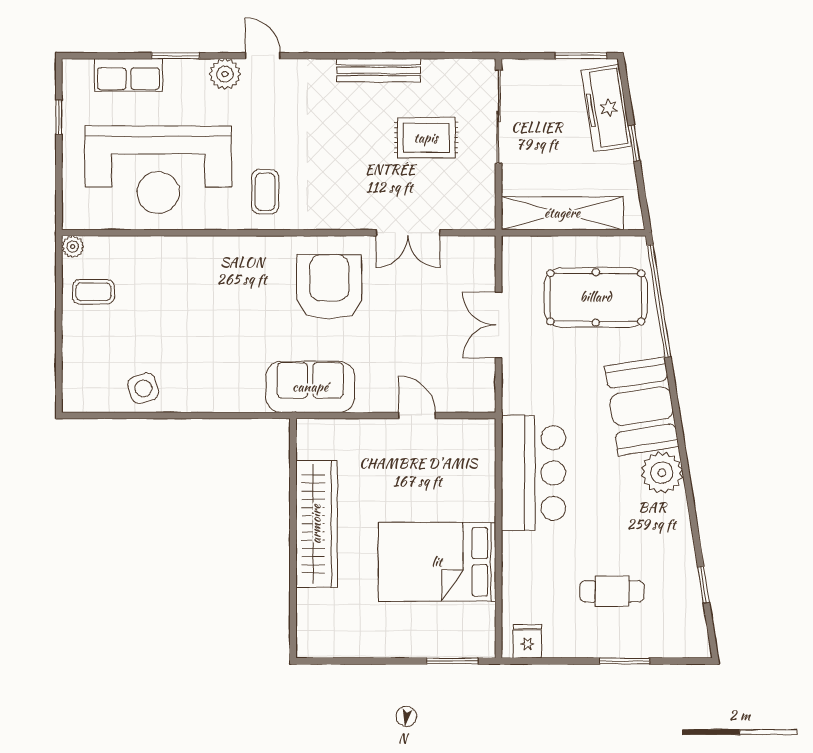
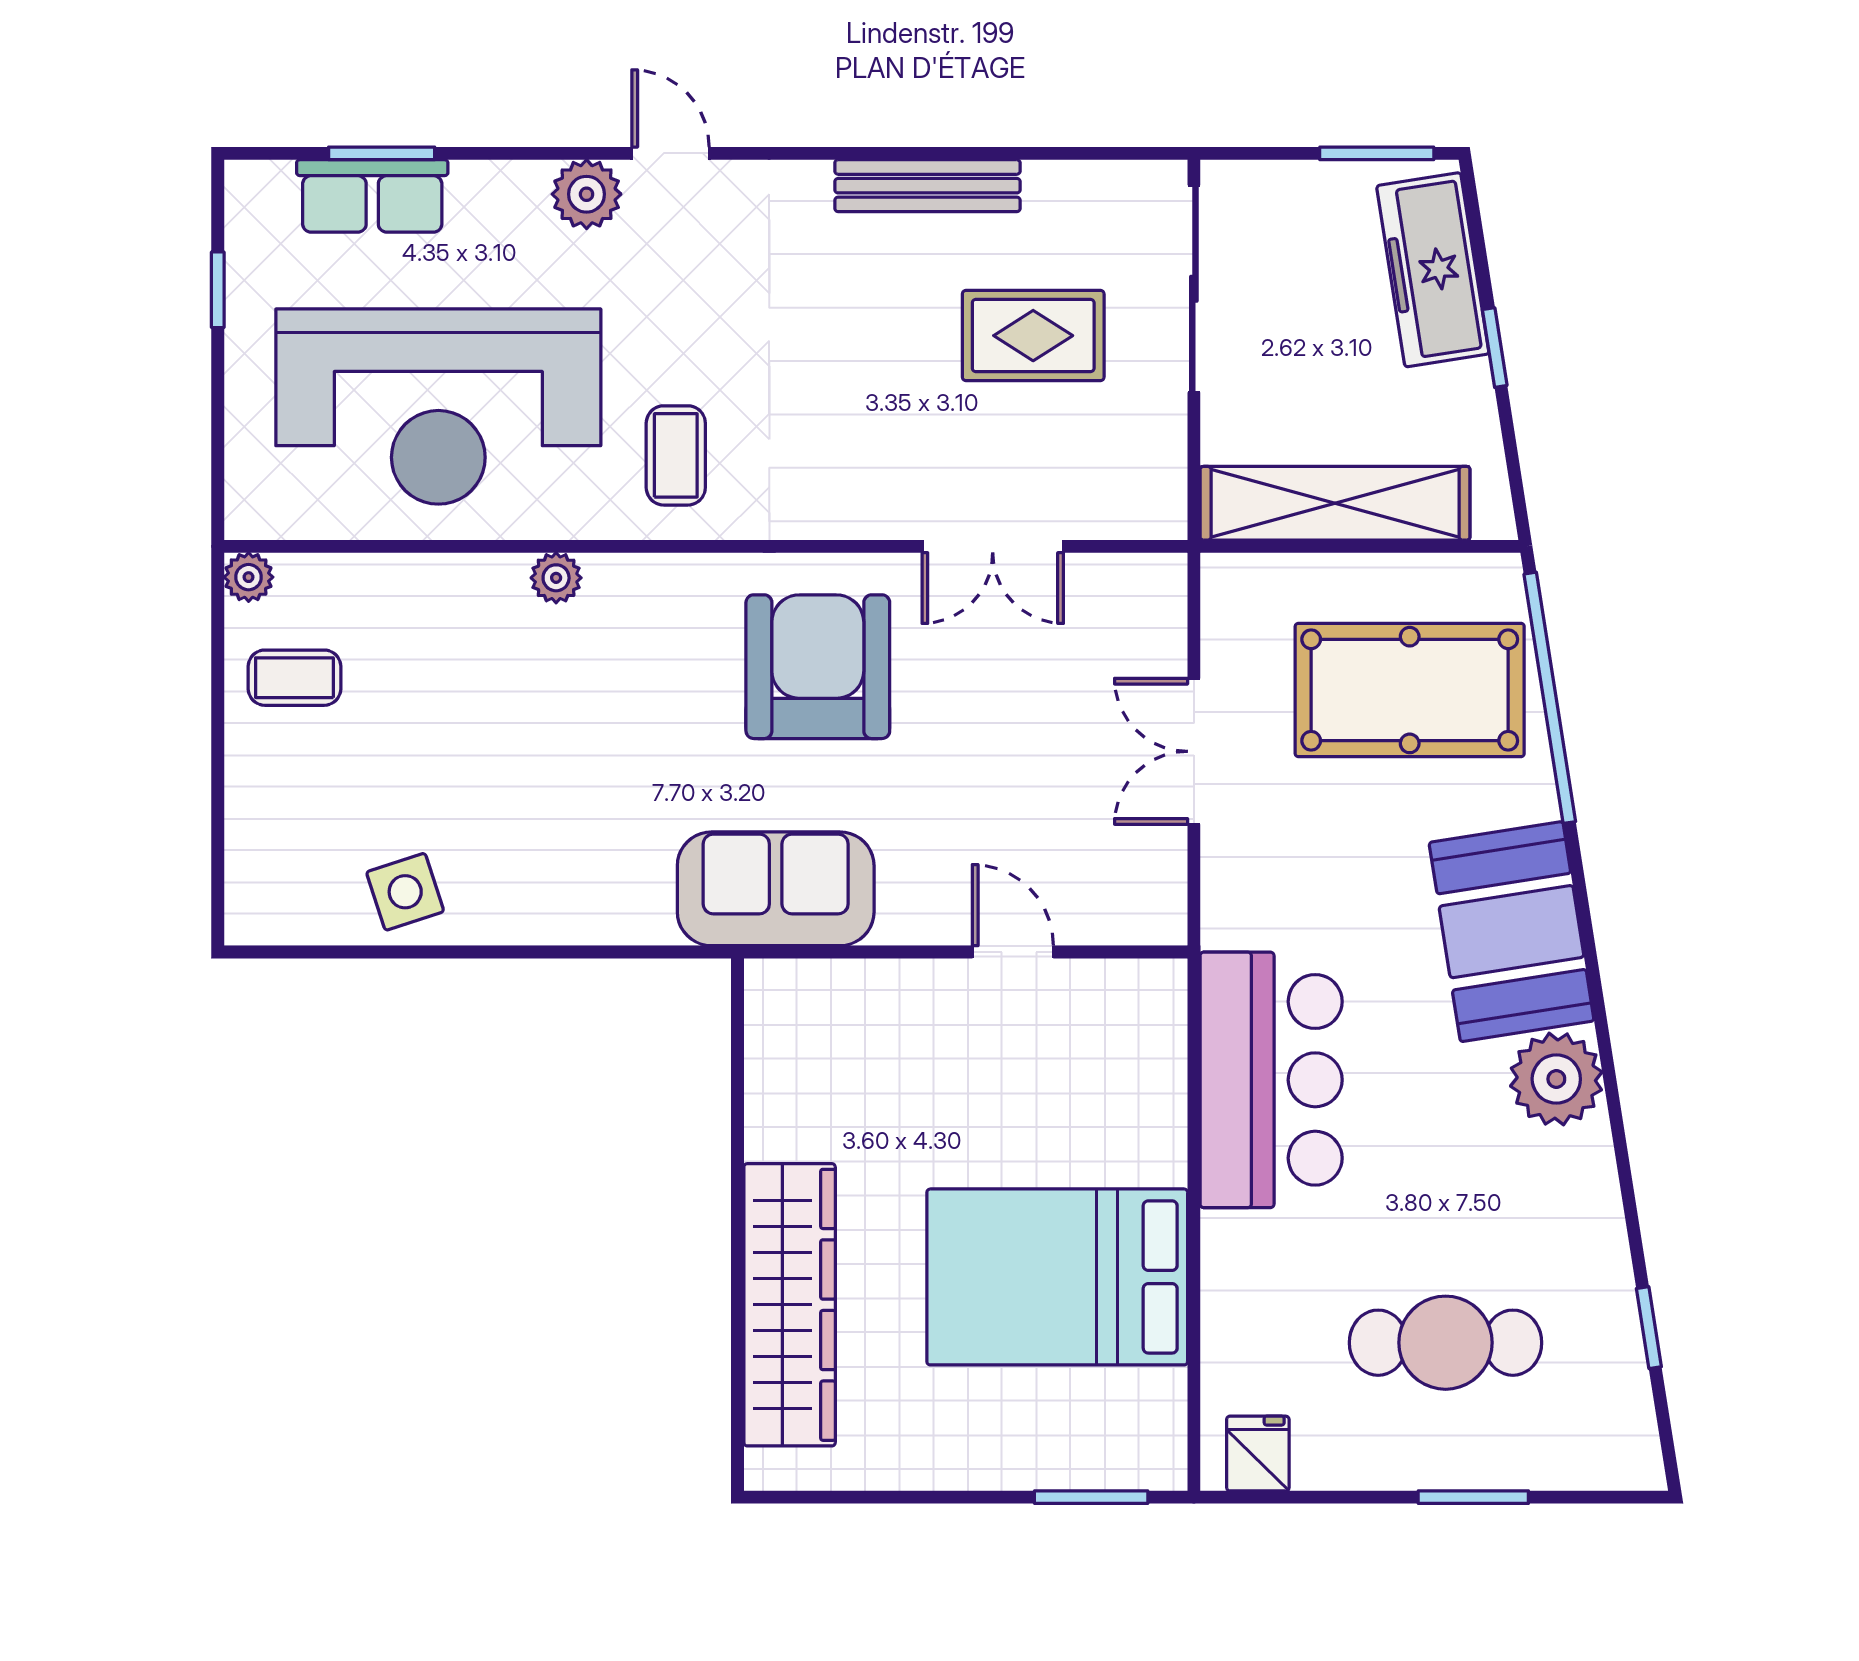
window: (176, 56) -> (382, 153), moved
plant: (211, 247) -> (556, 578), added
wardrobe: (316, 524) -> (790, 1305), moved
cafe table: (612, 591) -> (1446, 1343), width x1.37, depth x1.35

